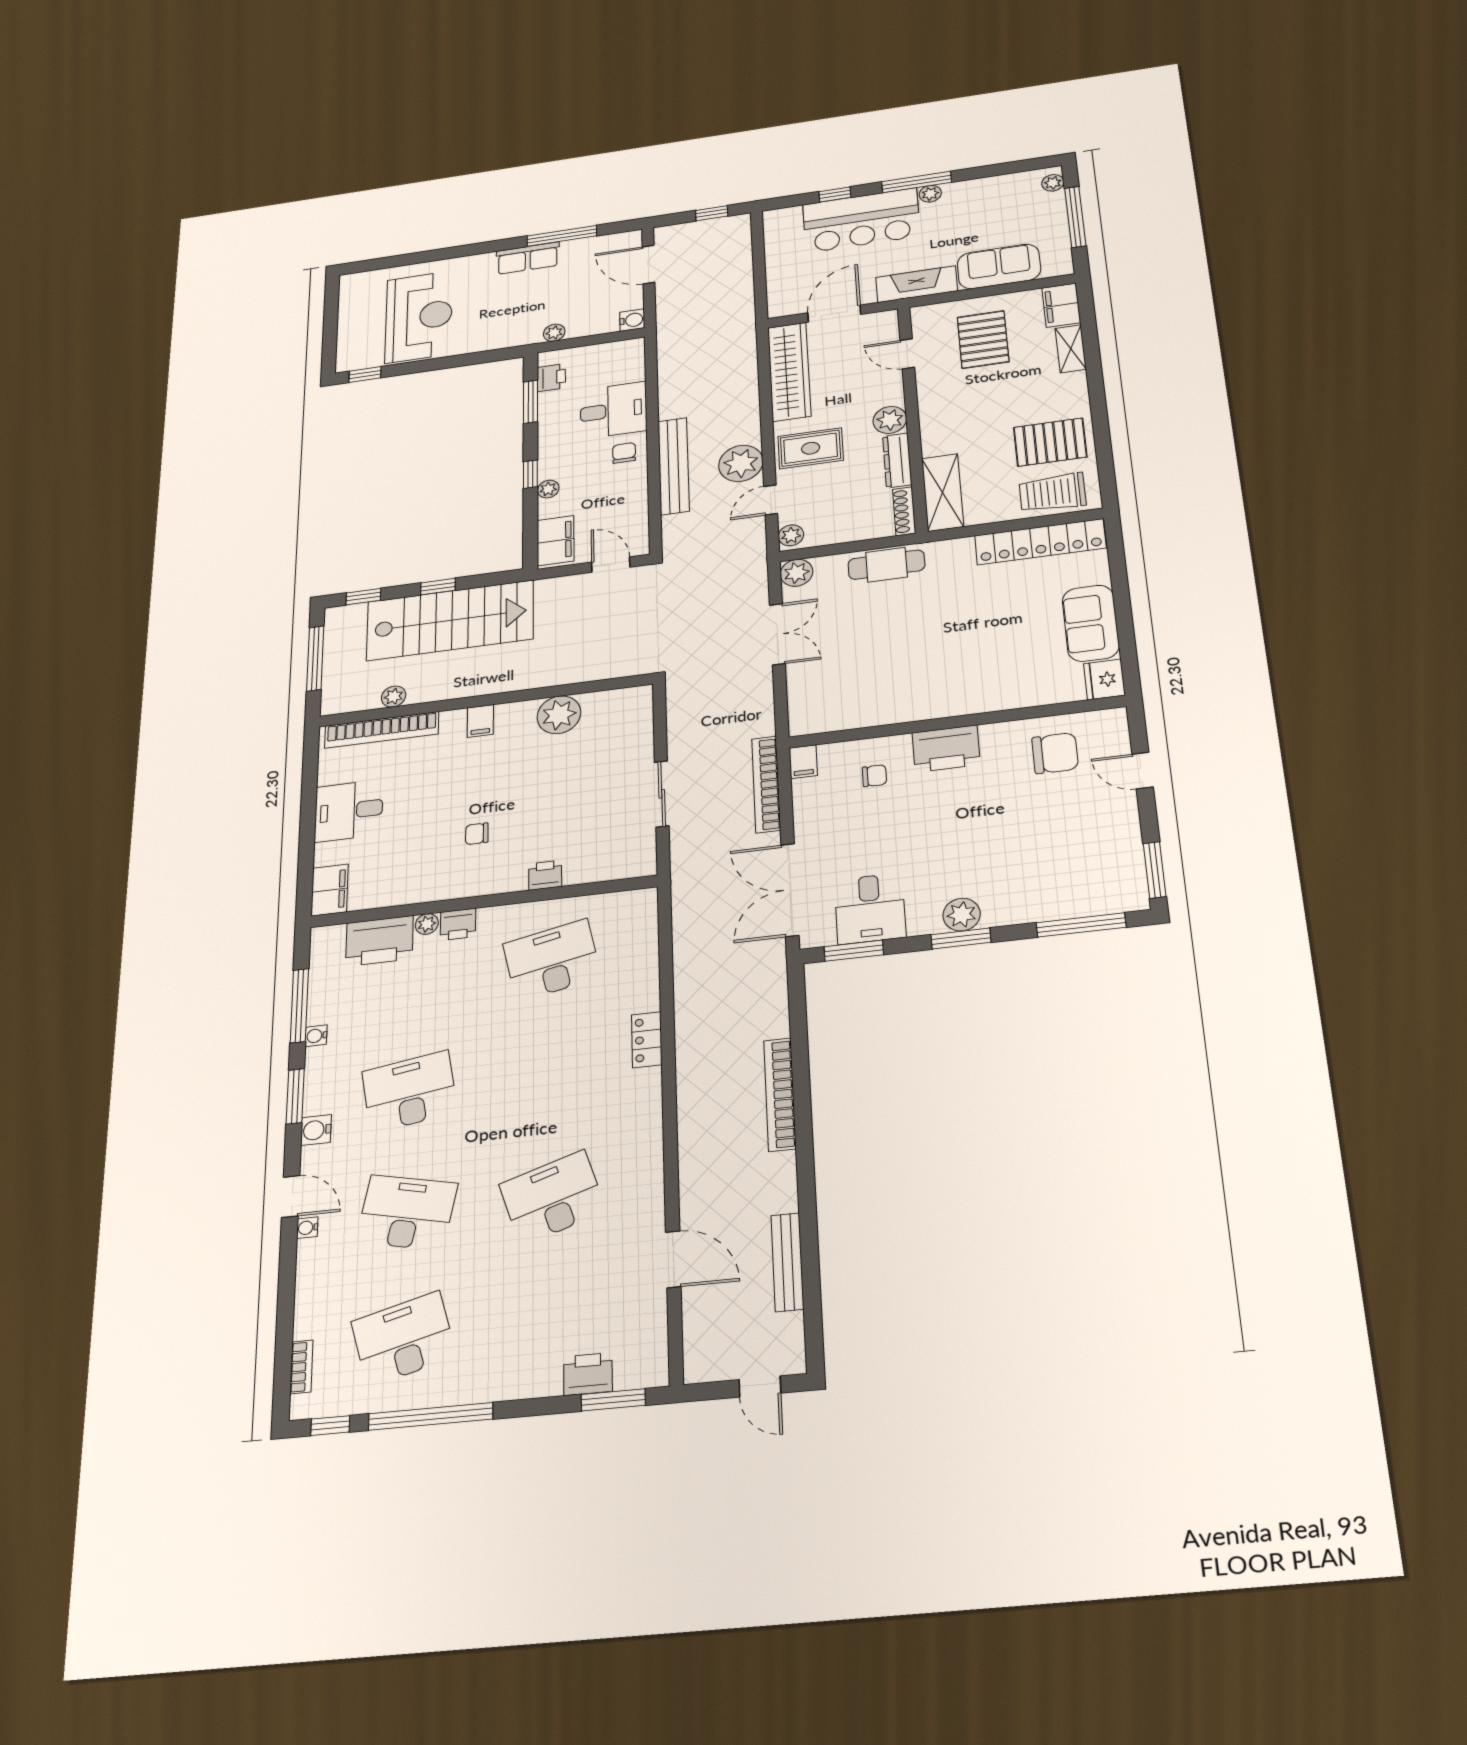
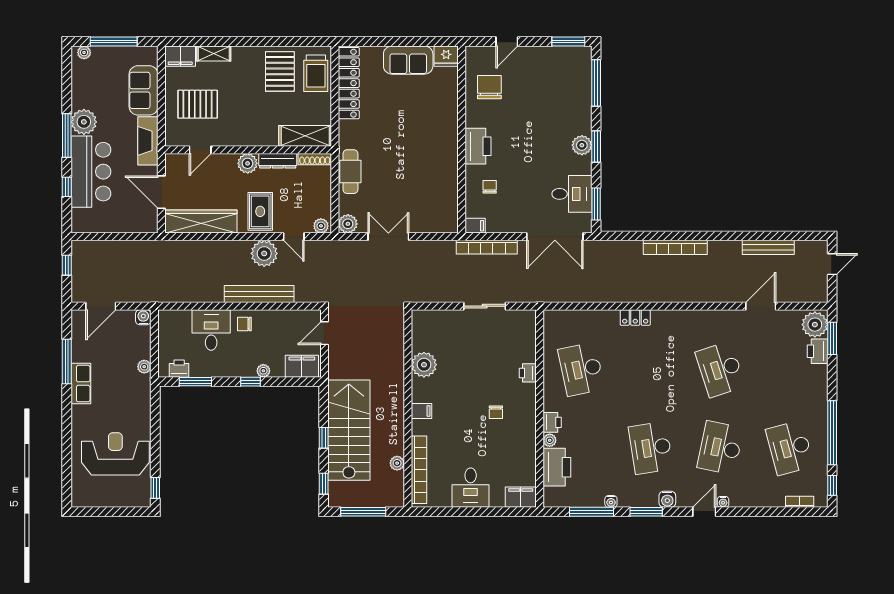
plant: (930, 194) -> (84, 122), width x1.88, depth x1.88
plant: (640, 1364) -> (815, 325), added

